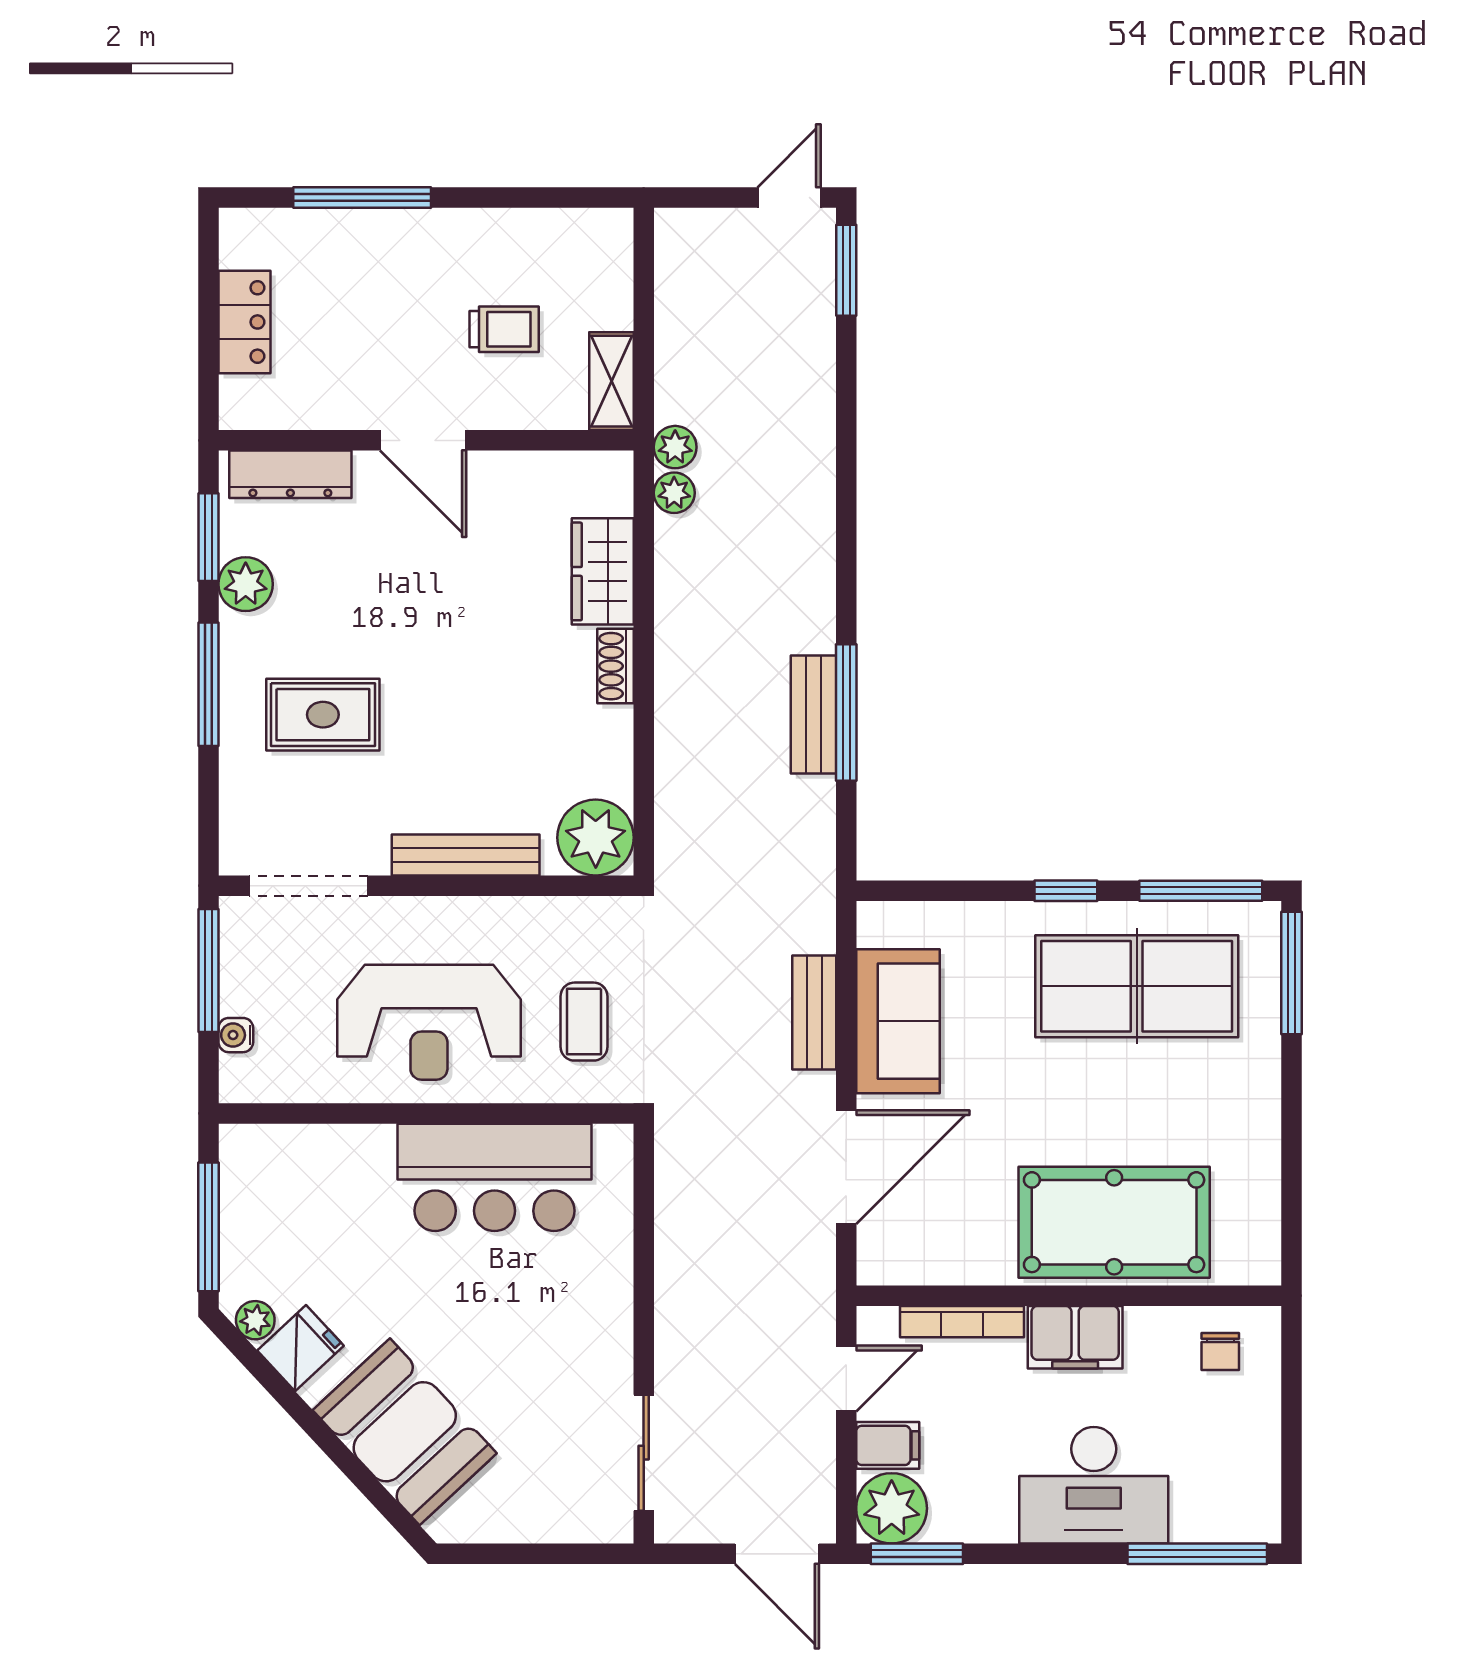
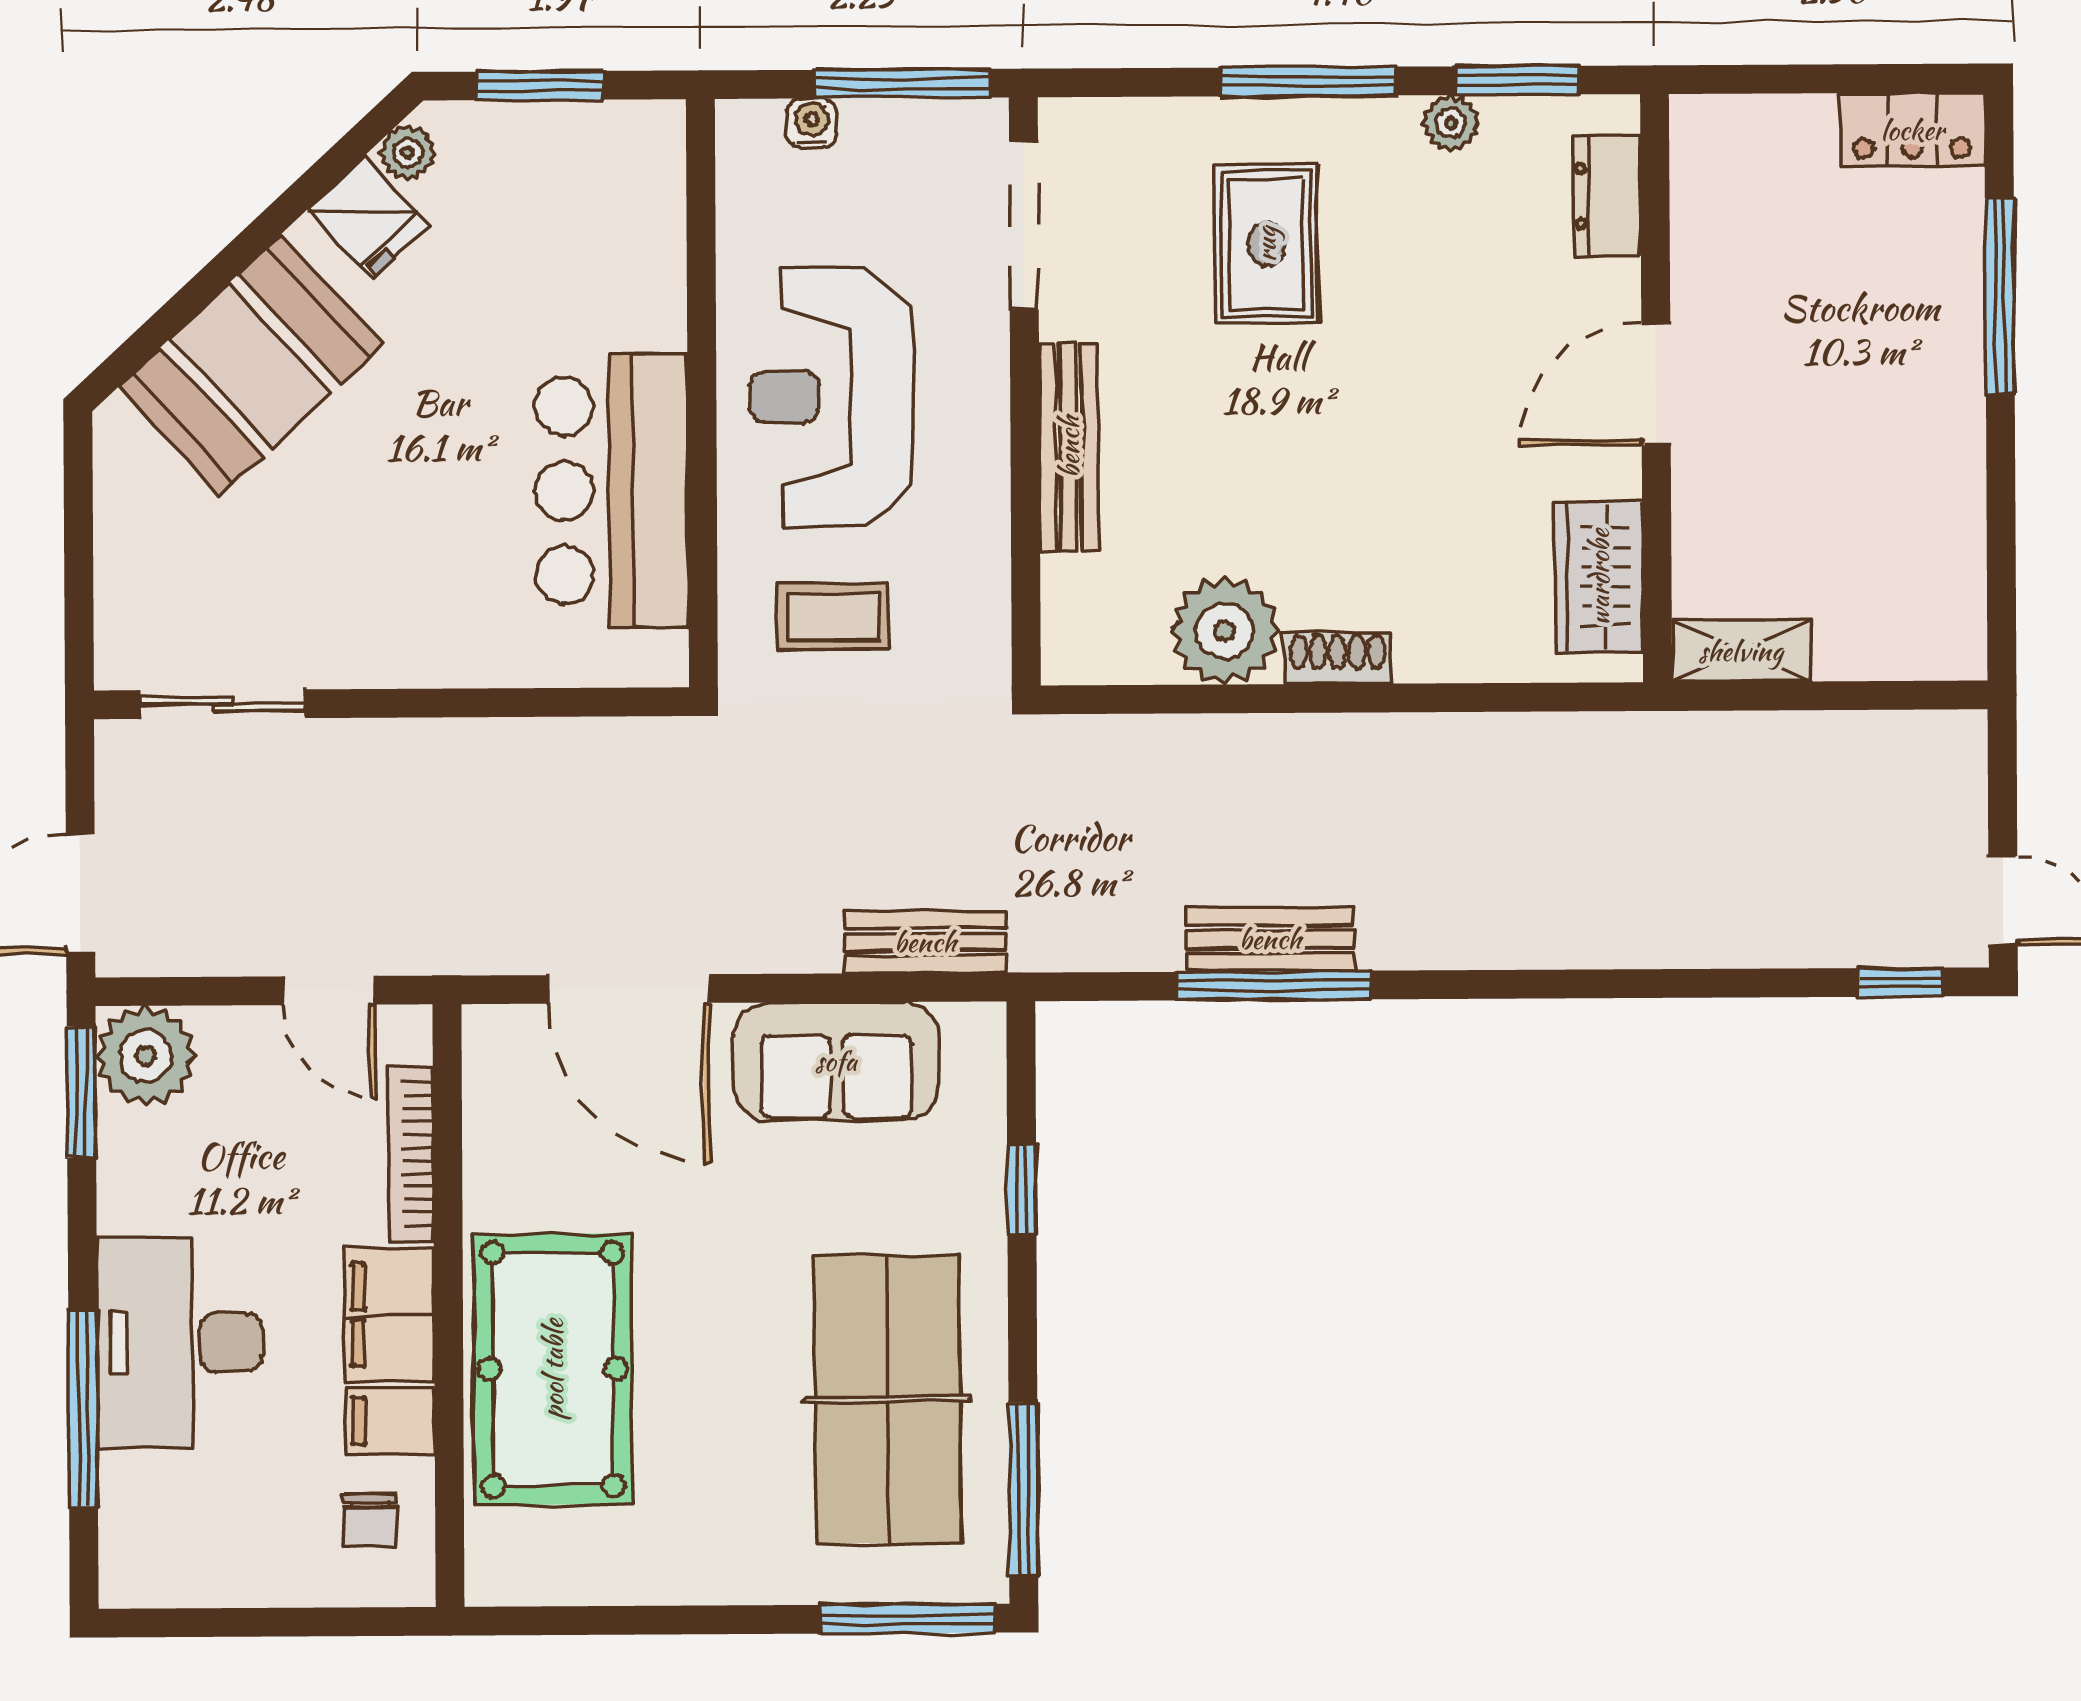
window: (846, 270) -> (1900, 982), width x0.67
locker: (244, 322) -> (1912, 130), moved
trolley: (504, 329) -> (1814, 498), removed
plant: (675, 447) -> (1648, 741), removed
dresser: (290, 474) -> (1607, 196), width x0.70
plant: (674, 493) -> (1583, 740), removed
wardrobe: (603, 571) -> (1599, 577), moved, turned -90
plant: (246, 584) -> (1451, 123), width x0.73, depth x0.73
plant: (596, 838) -> (1225, 631), moved
window: (1066, 891) -> (1022, 1189), moved
bench: (814, 1012) -> (925, 942), moved
window: (208, 1227) -> (540, 86), width x0.69
chair: (1220, 1352) -> (370, 1521), turned -90
filing cabinet: (888, 1445) -> (390, 1421), moved, turned 90
window: (1197, 1554) -> (83, 1408), moved

